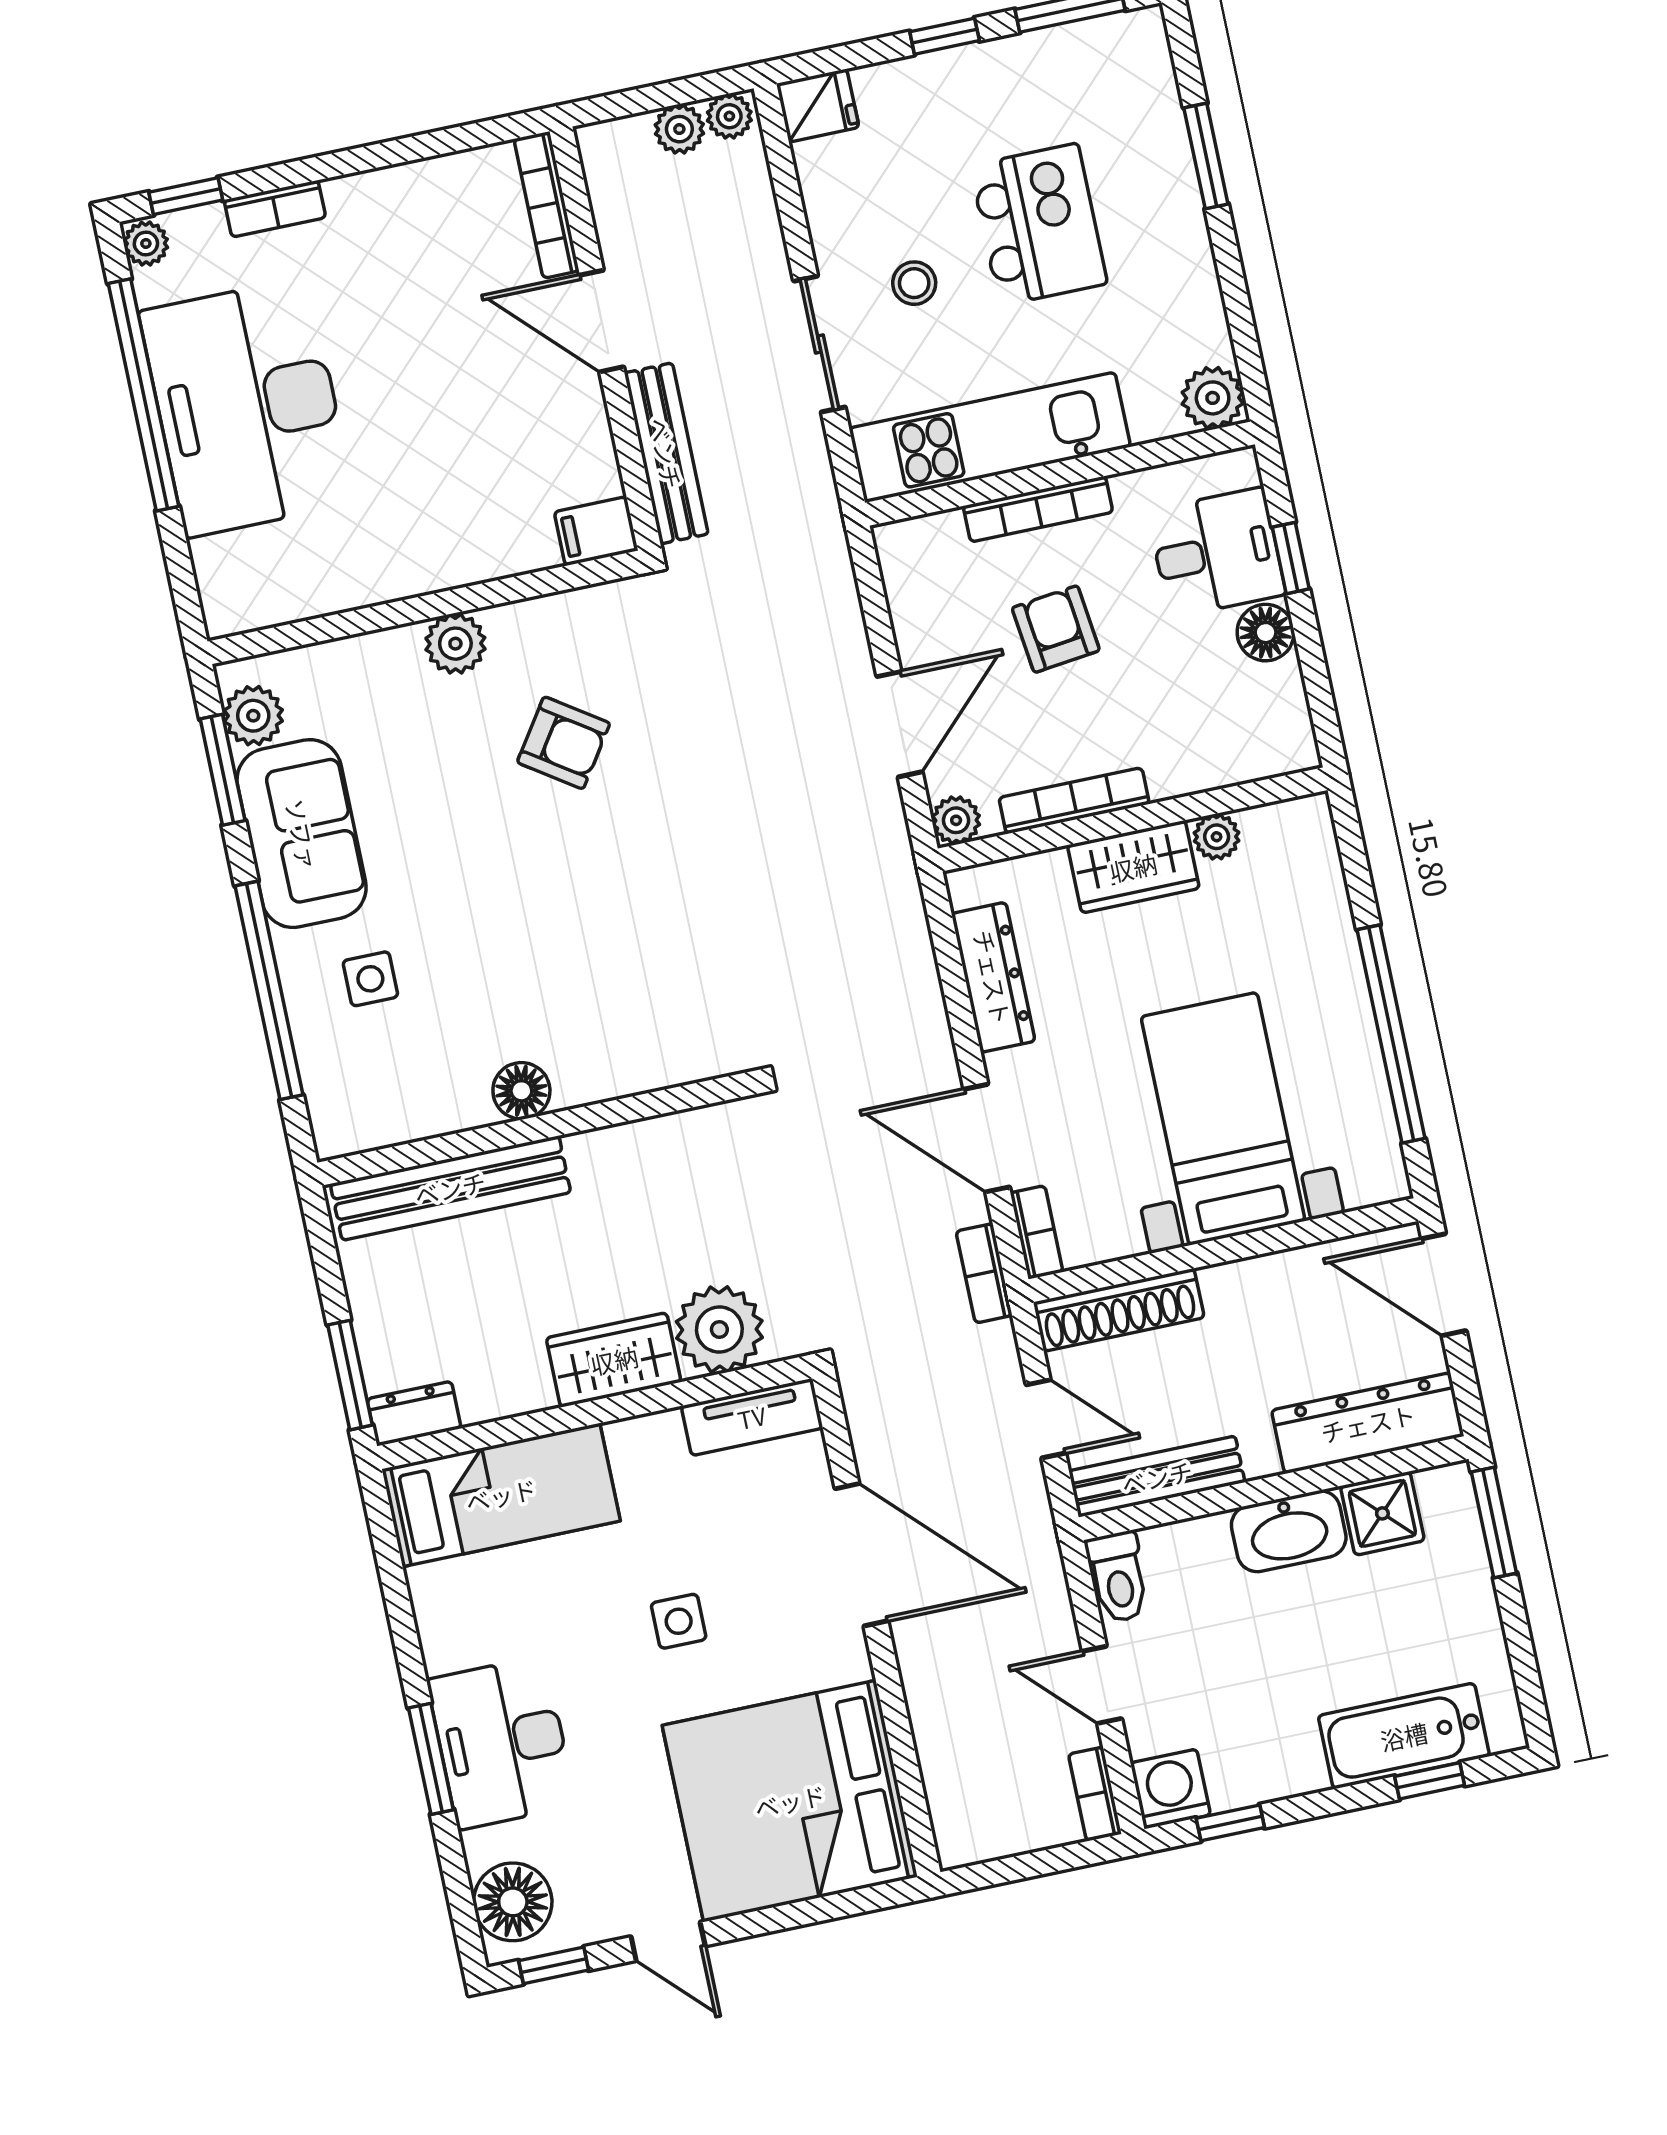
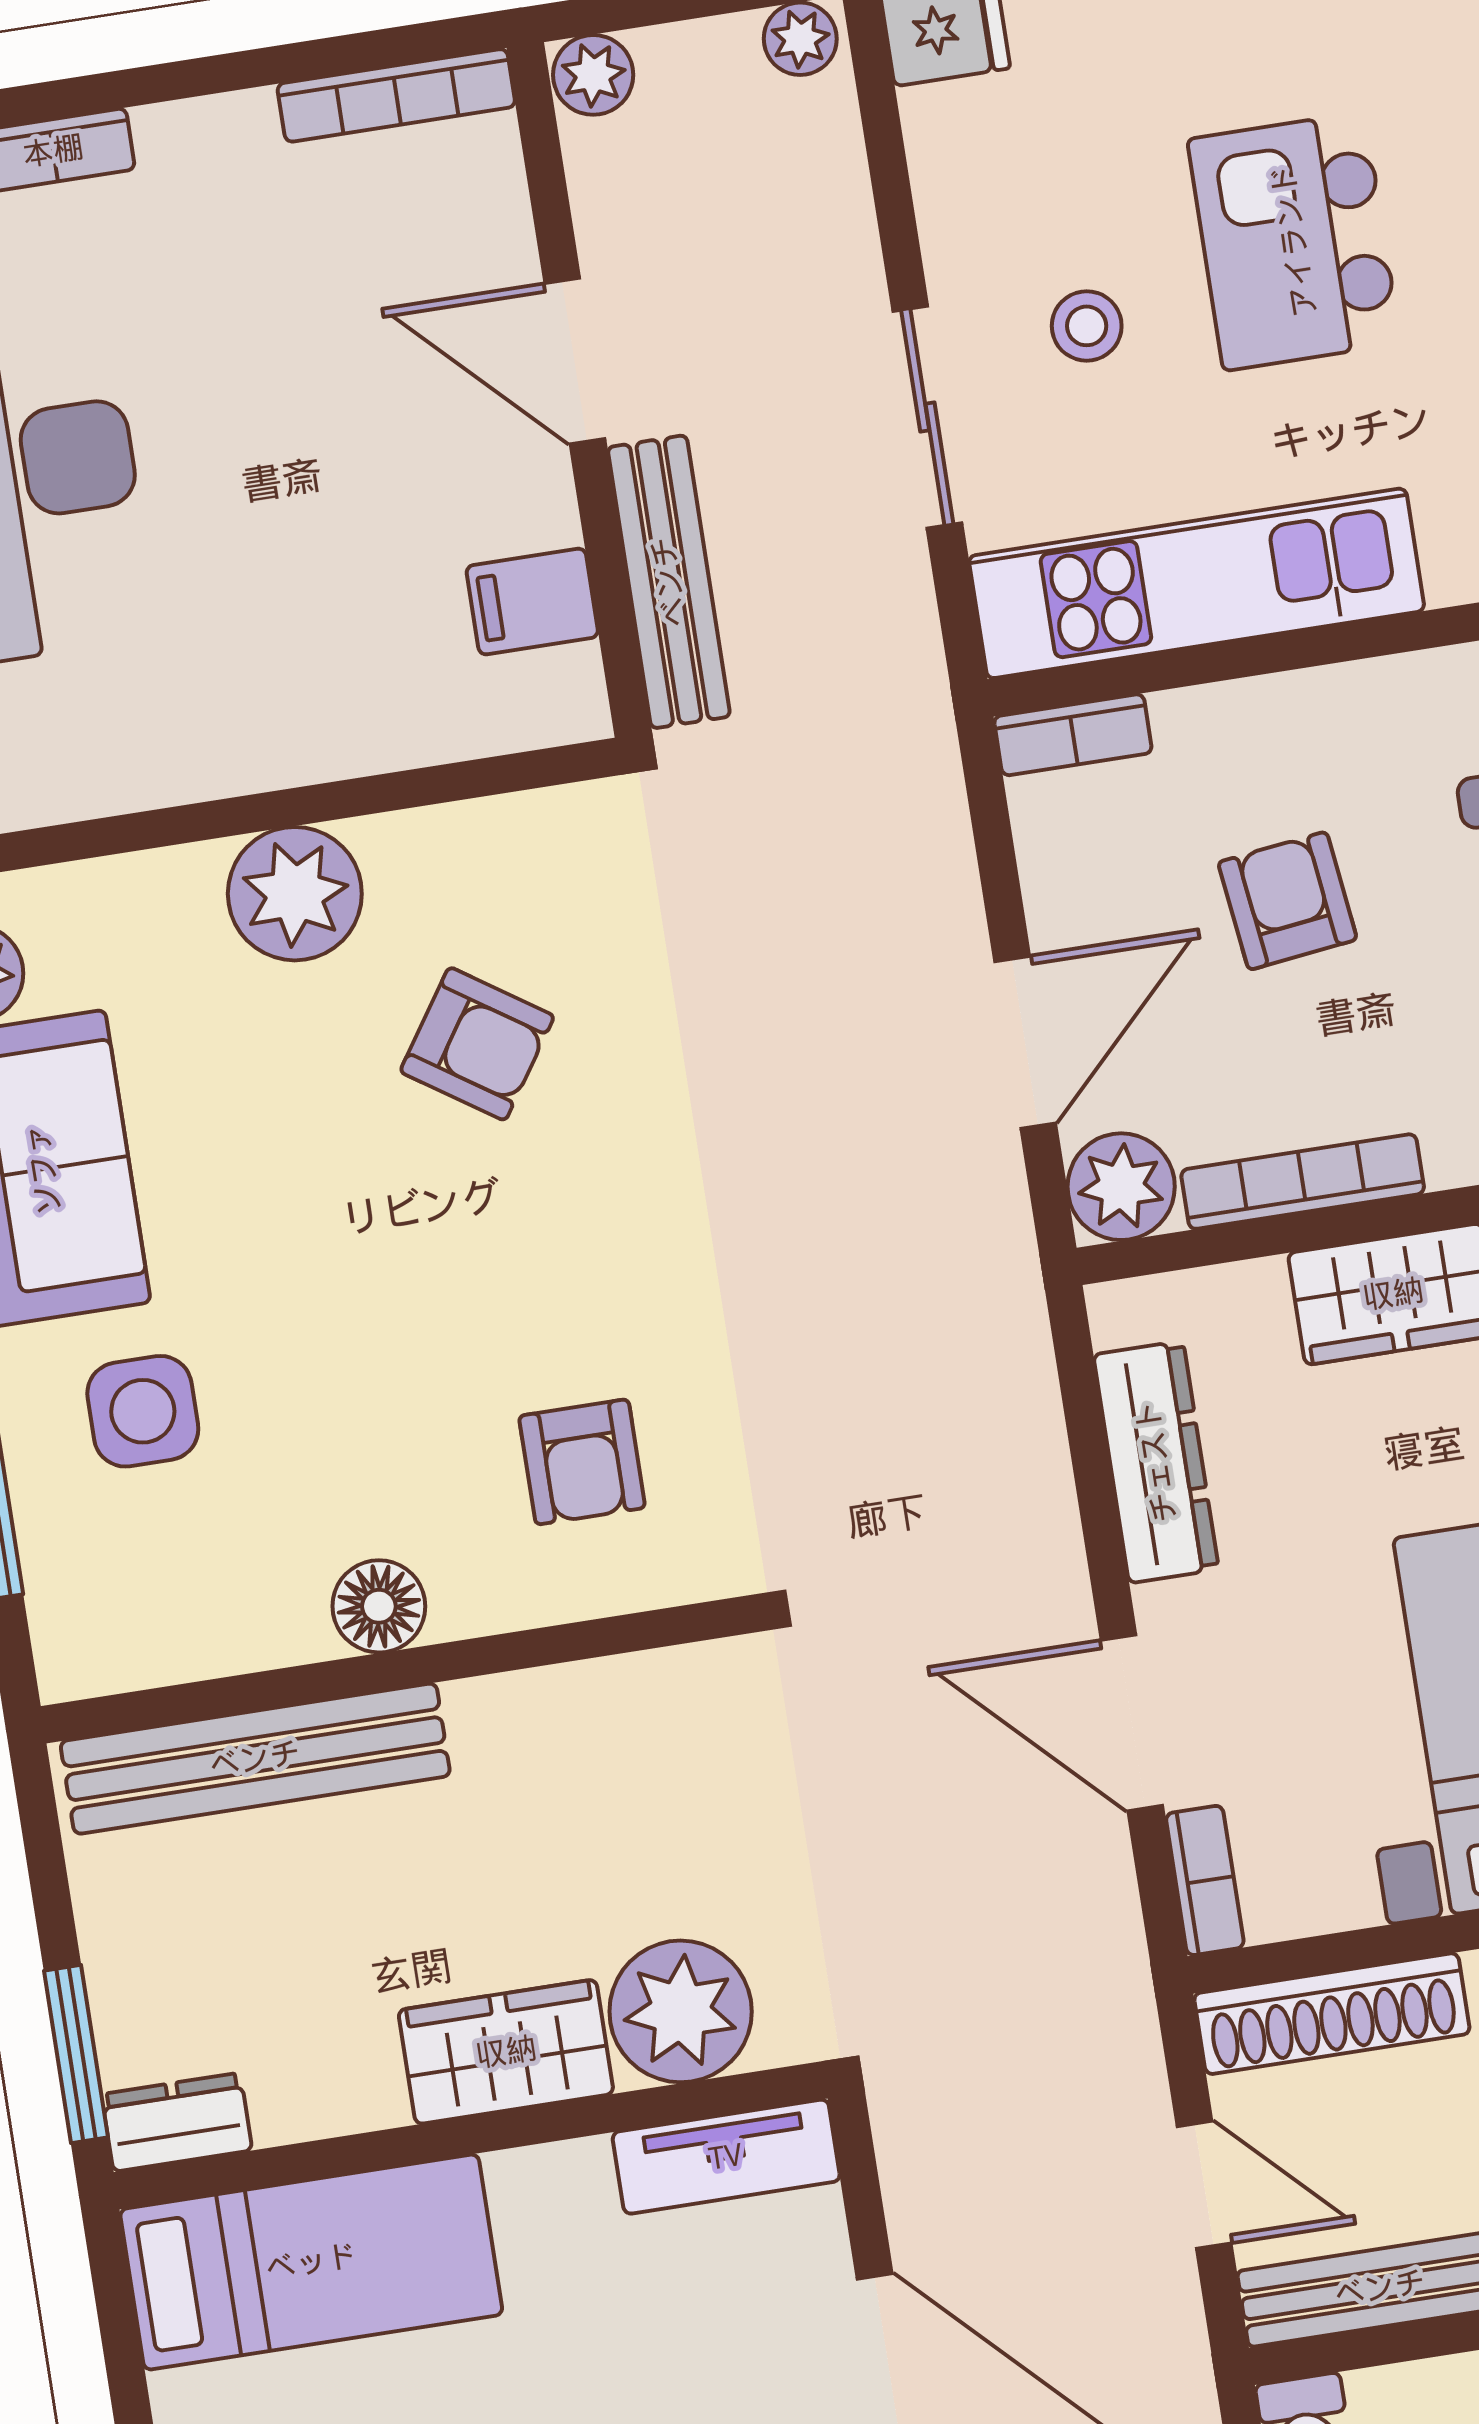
plant: (679, 129) -> (593, 75), moved
bookcase: (546, 205) -> (396, 95), moved, turned -90
kitchen island: (1039, 225) -> (1294, 241), turned 180
bookcase: (1038, 509) -> (1073, 735), moved, width x0.64
filing cabinet: (596, 531) -> (532, 602), moved
plant: (455, 644) -> (295, 894), width x1.36, depth x1.36
plant: (956, 820) -> (1121, 1187), width x1.38, depth x1.38
side table: (370, 979) -> (143, 1411), width x1.37, depth x1.37
armchair: (641, 996) -> (582, 1462), added
bookcase: (984, 1273) -> (1116, 1943), removed

